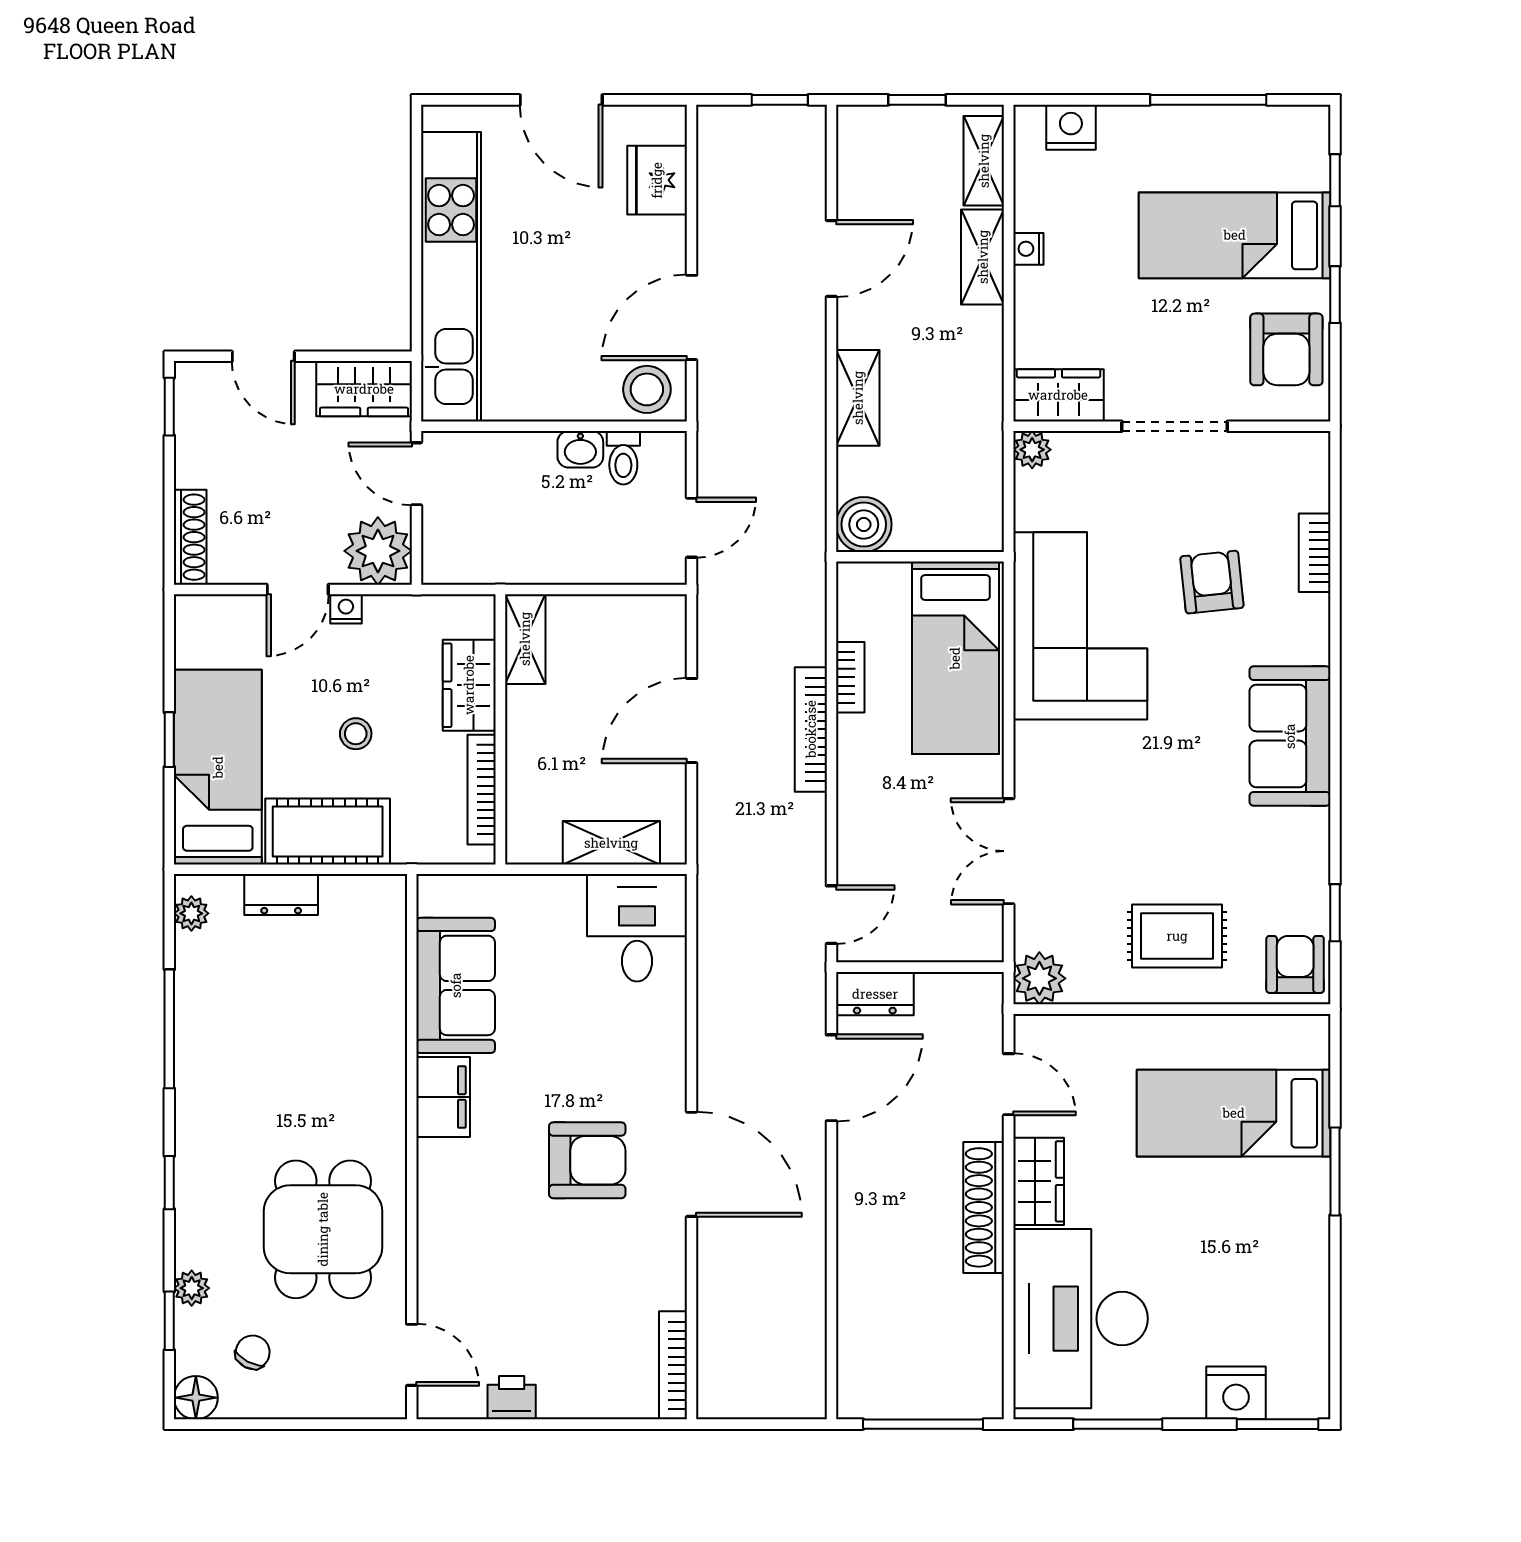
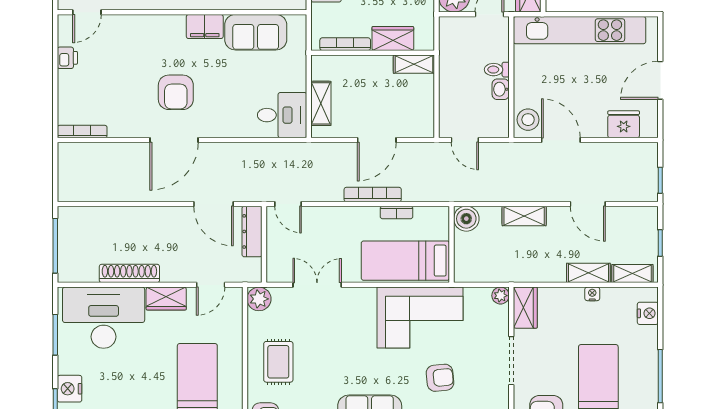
toilet: (623, 458) -> (497, 70), moved
door: (692, 721) -> (377, 140), swing flipped
dresser: (875, 994) -> (252, 231), width x1.44
shoe rack: (984, 1207) -> (129, 273), moved

